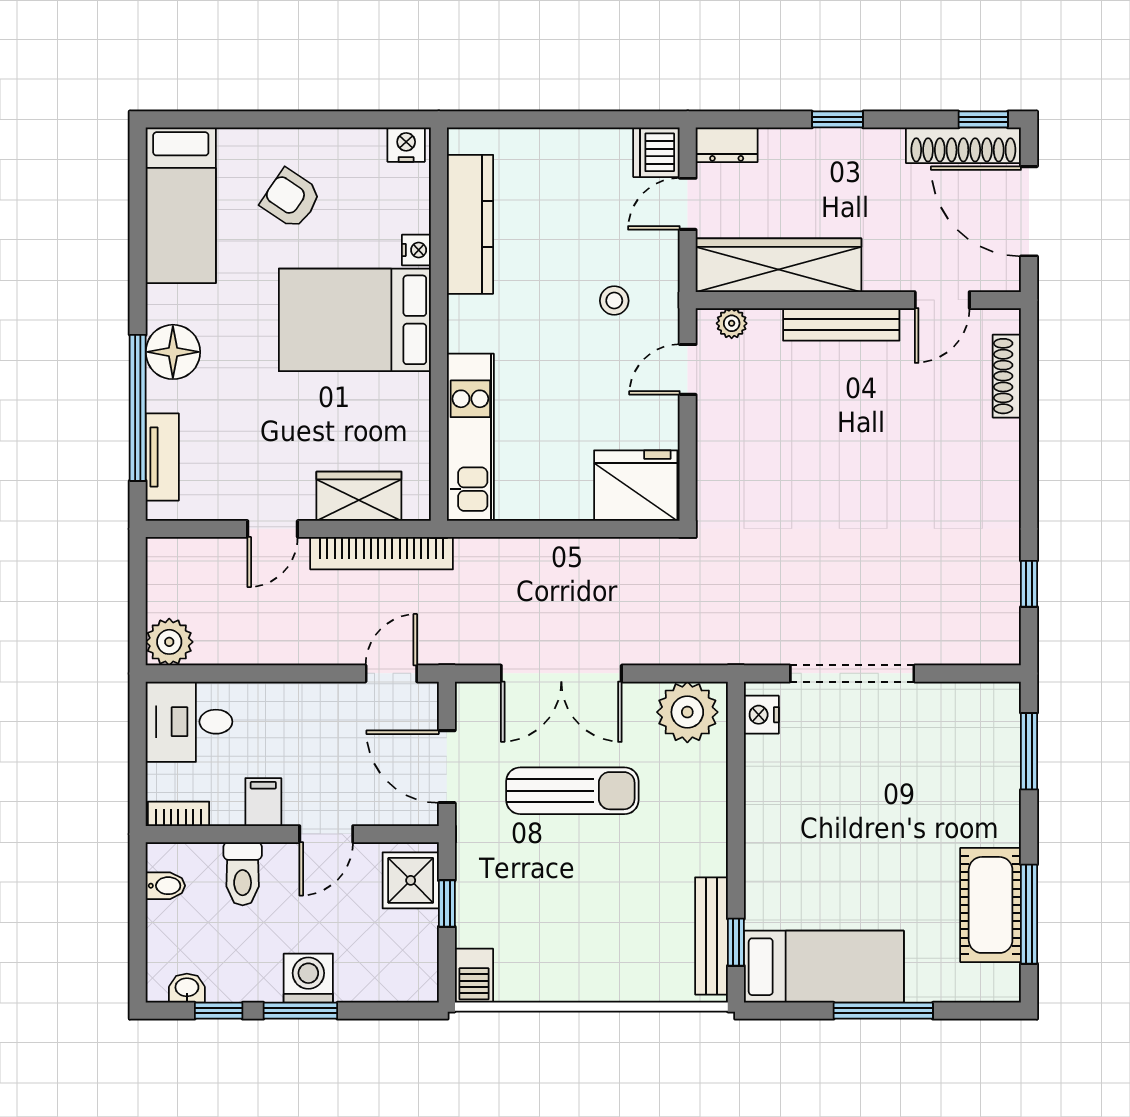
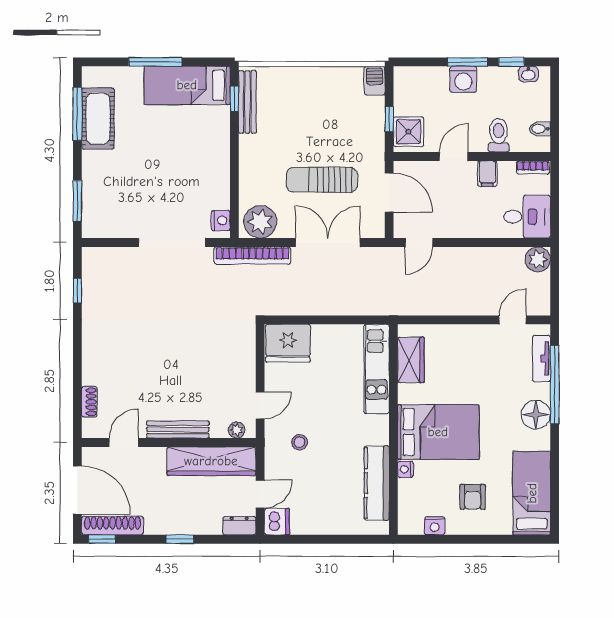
nightstand: (406, 145) -> (435, 526), moved
armchair: (291, 199) -> (473, 497), turned 56
shoe rack: (1007, 376) -> (89, 402), width x0.70
wardrobe: (359, 496) -> (411, 360), moved, turned -90
door: (273, 529) -> (513, 320), moved
bookcase: (382, 553) -> (252, 255), moved, turned 180

